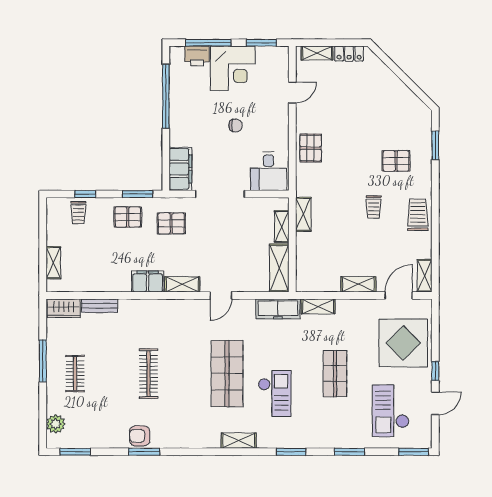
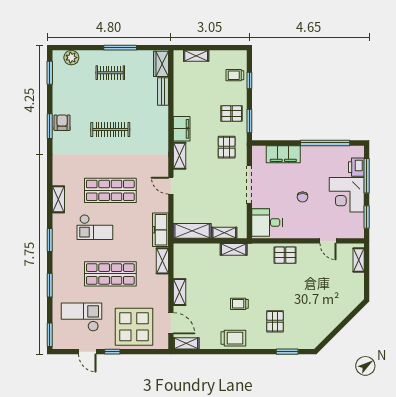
locker: (349, 54) -> (358, 285), removed
filing cabinet: (180, 169) -> (283, 154), moved
pallet: (128, 217) -> (232, 113), turned 90
shop shelf: (335, 374) -> (110, 274), width x1.43, depth x1.36

